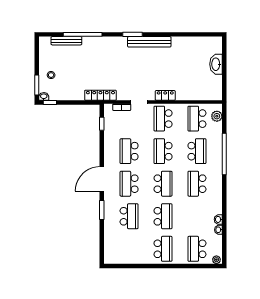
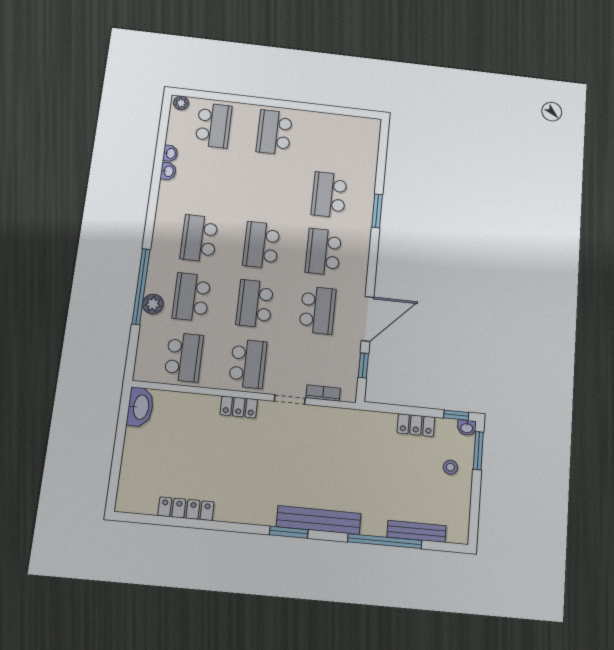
locker: (186, 41) -> (186, 509), added
bench: (149, 42) -> (319, 520), moved
washbasin: (216, 64) -> (140, 407), moved
locker: (100, 95) -> (416, 425), moved, width x0.66
plant: (217, 116) -> (153, 304), moved
school desk: (163, 151) -> (255, 304), turned 180
door: (102, 179) -> (367, 319), moved
school desk: (129, 184) -> (323, 252), turned 180
school desk: (197, 184) -> (199, 238), turned 180
school desk: (163, 216) -> (268, 188), removed

